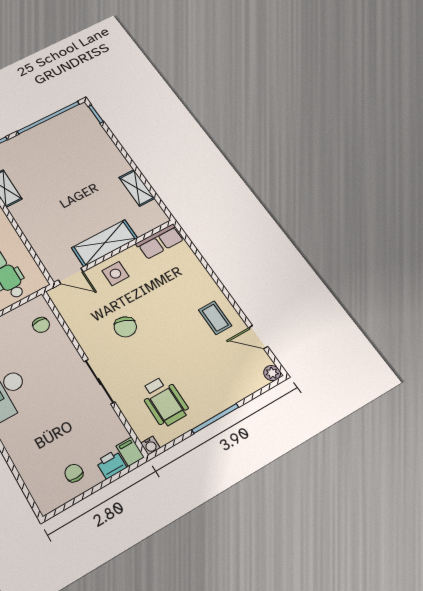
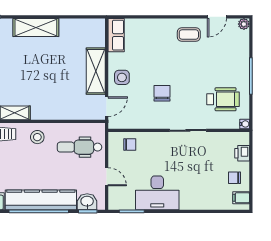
shelving: (137, 188) -> (36, 27), moved, width x1.50, depth x1.33
chair: (125, 327) -> (162, 93), turned -111
filing cabinet: (130, 452) -> (241, 198), moved

